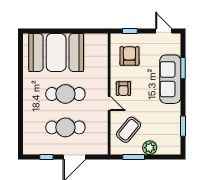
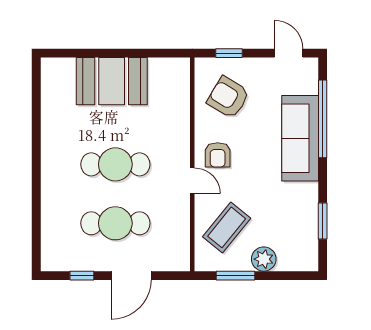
booth: (56, 52) -> (112, 81), width x0.73, depth x0.70
armchair: (129, 56) -> (228, 97), turned -59
window: (183, 68) -> (323, 119), width x2.11

